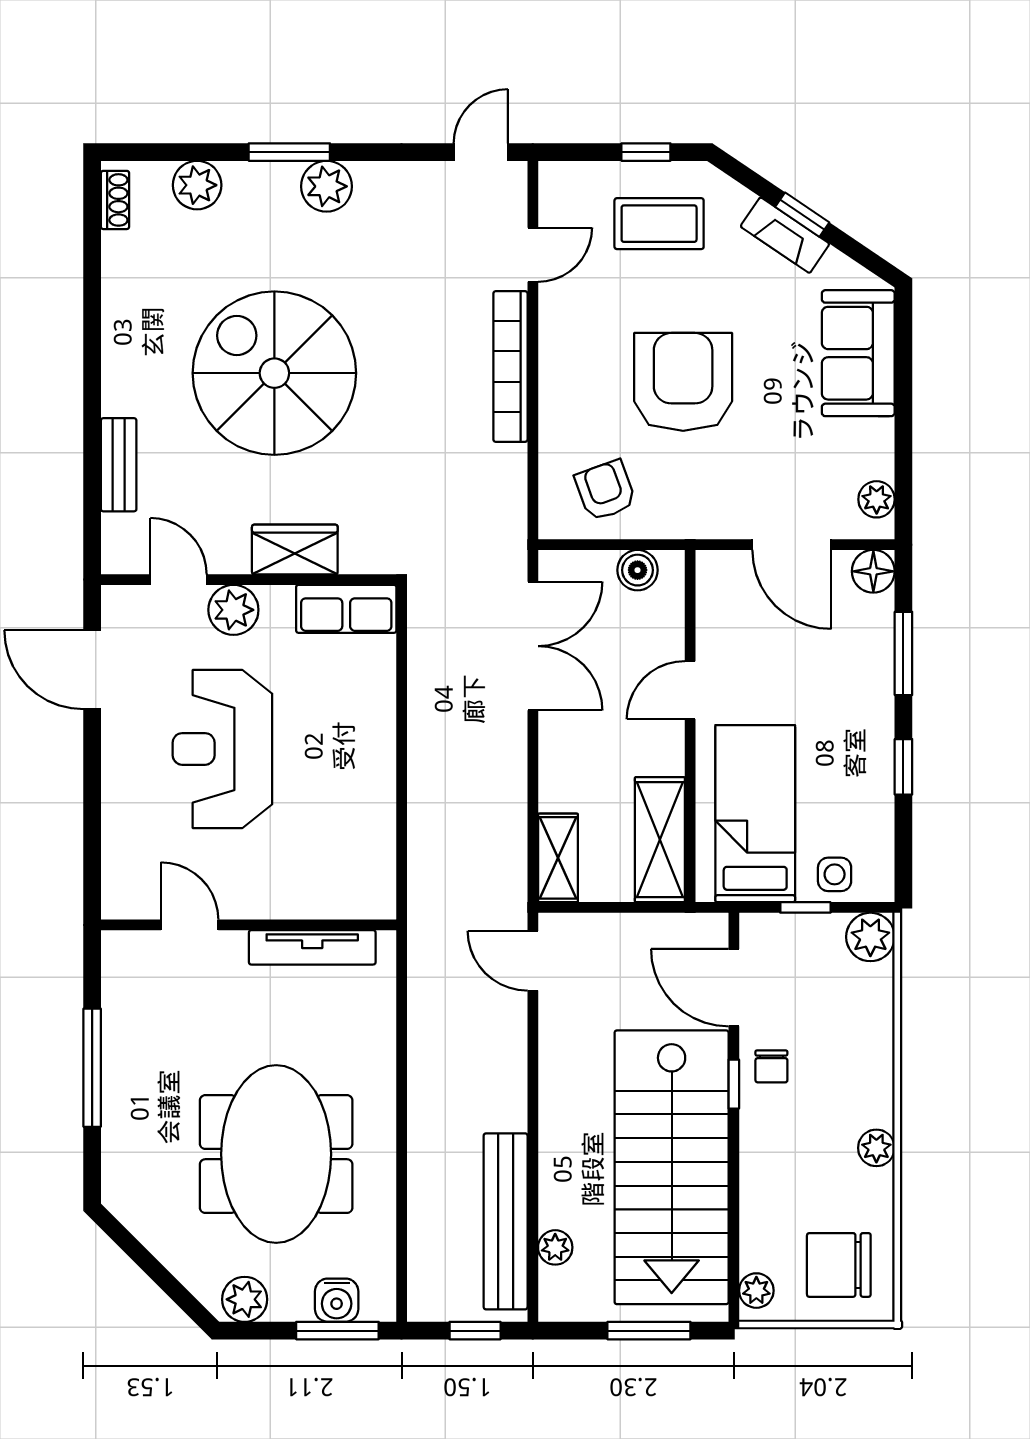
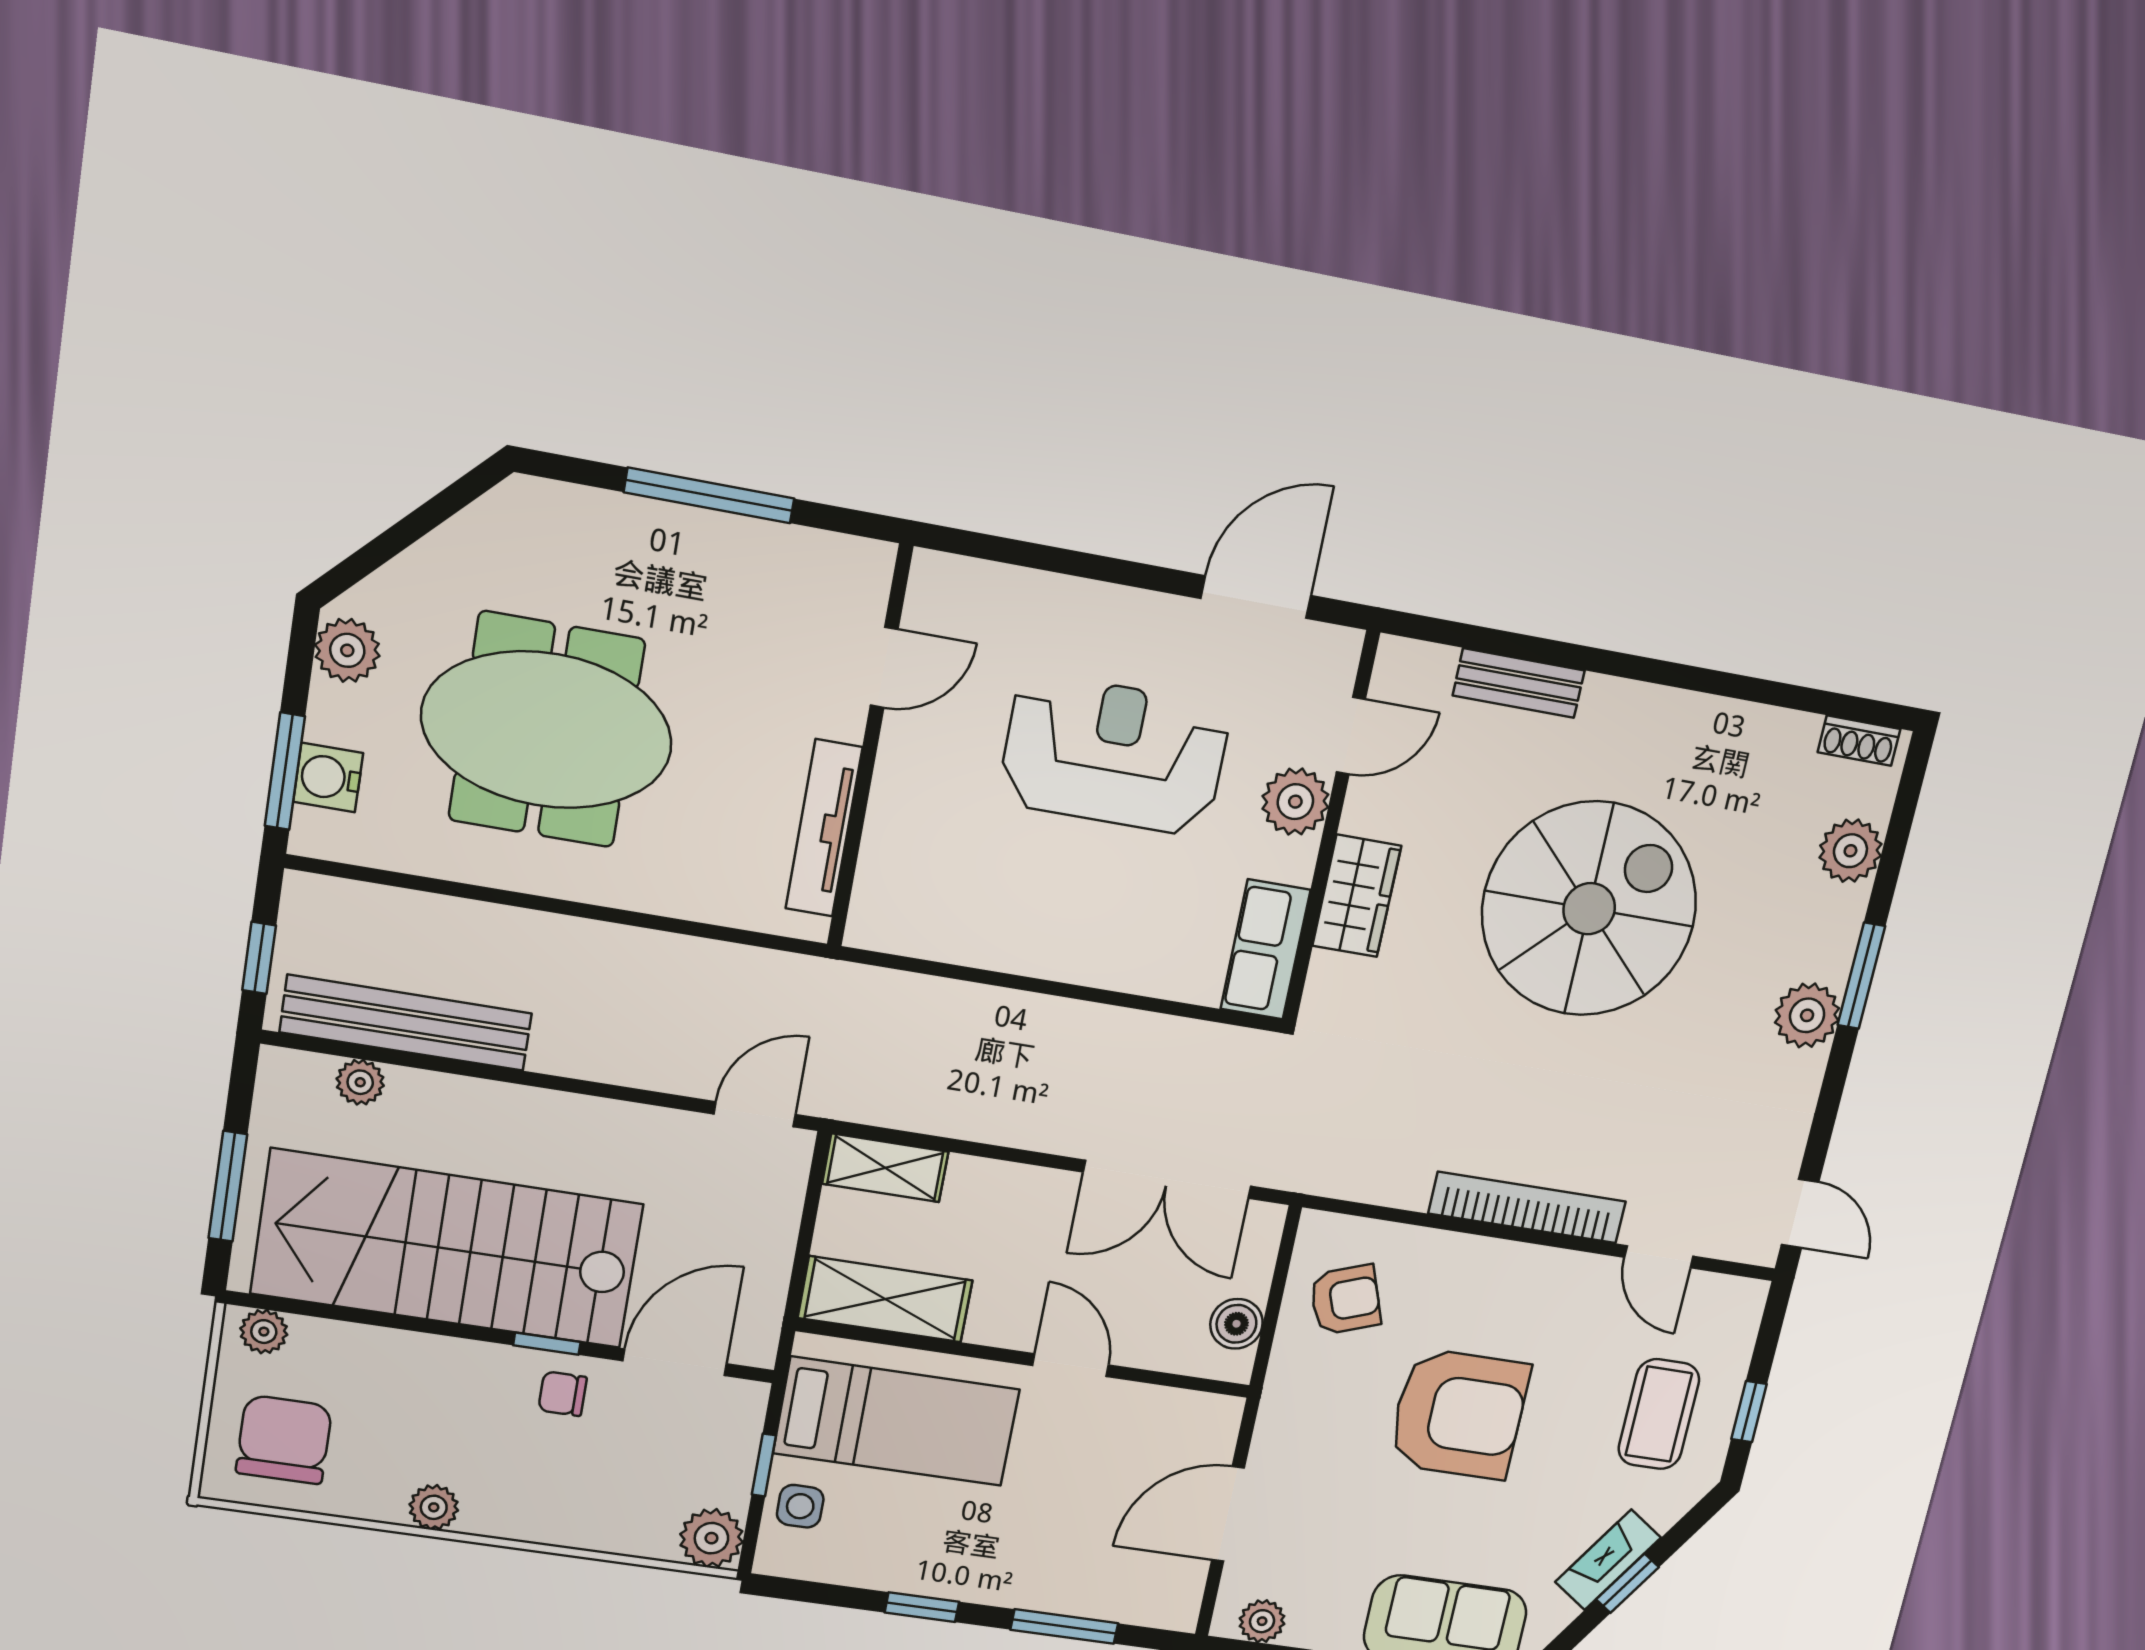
floor lamp: (873, 571) -> (1174, 1605), removed

